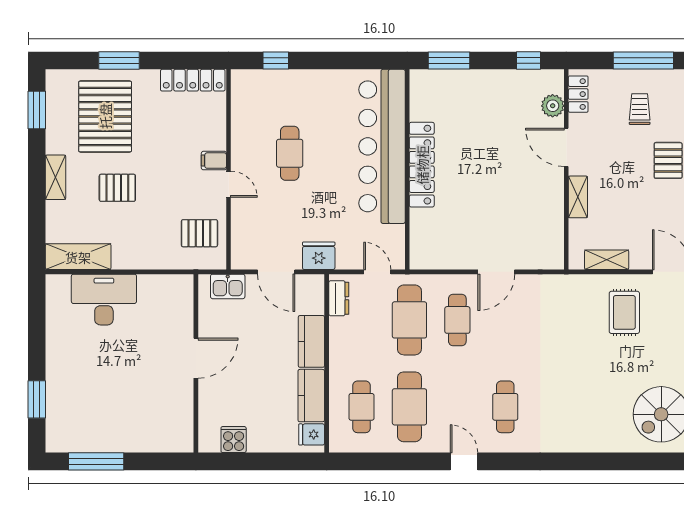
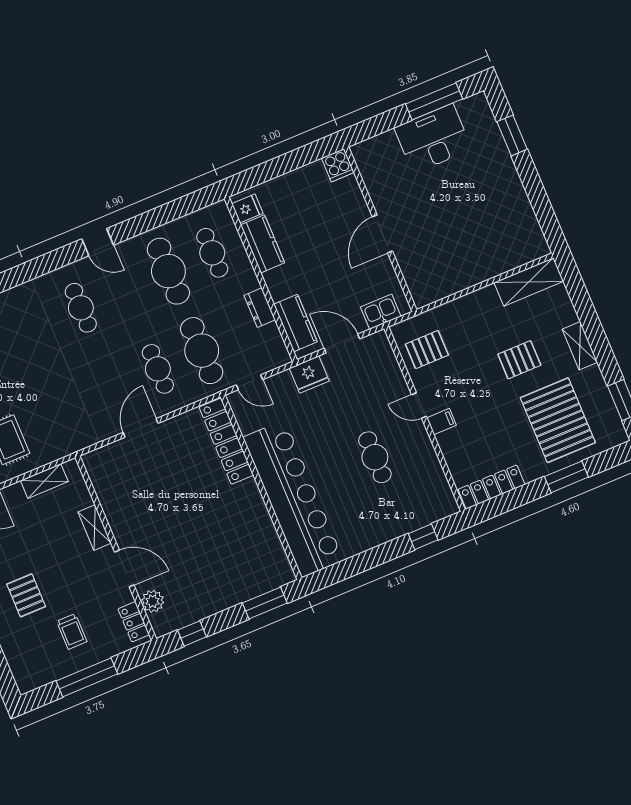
locker: (422, 165) -> (226, 441), moved
dresser: (339, 298) -> (260, 308), moved
desk: (104, 300) -> (433, 139), moved, turned 180
kitchen counter: (311, 341) -> (295, 323), moved
cooker: (234, 440) -> (338, 165), moved

